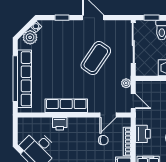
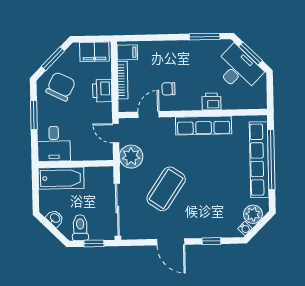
plant: (126, 83) -> (131, 157), width x1.87, depth x1.87
chair: (103, 140) -> (168, 89), moved

